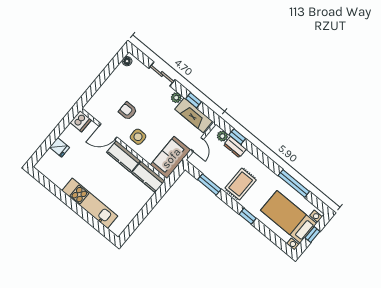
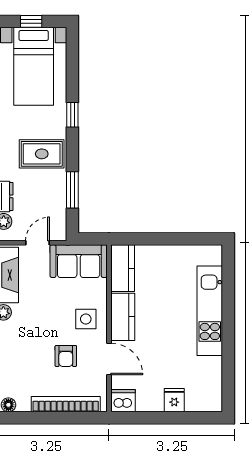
bookcase: (103, 91) -> (66, 404), added

